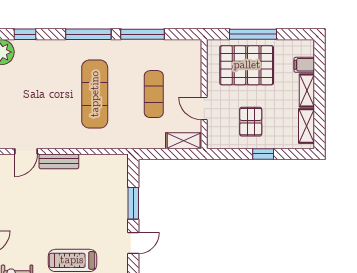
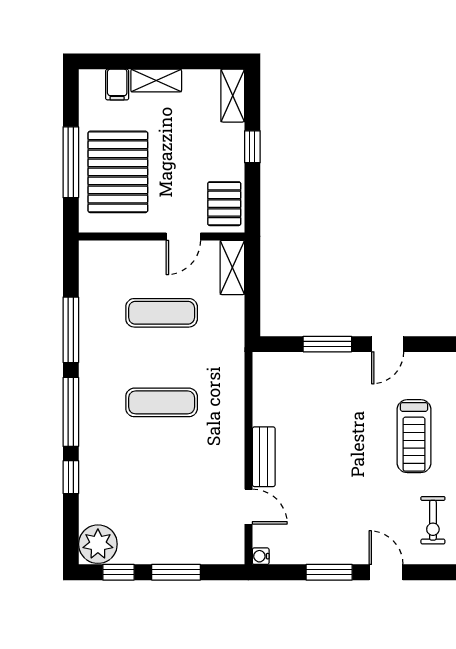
window: (25, 34) -> (71, 477), moved
exercise mat: (95, 94) -> (162, 402), width x0.73, depth x0.69
pallet: (251, 122) -> (224, 204), moved, turned 90
shelving: (306, 126) -> (233, 96), moved, turned 90
door: (133, 243) -> (388, 344), swing flipped

